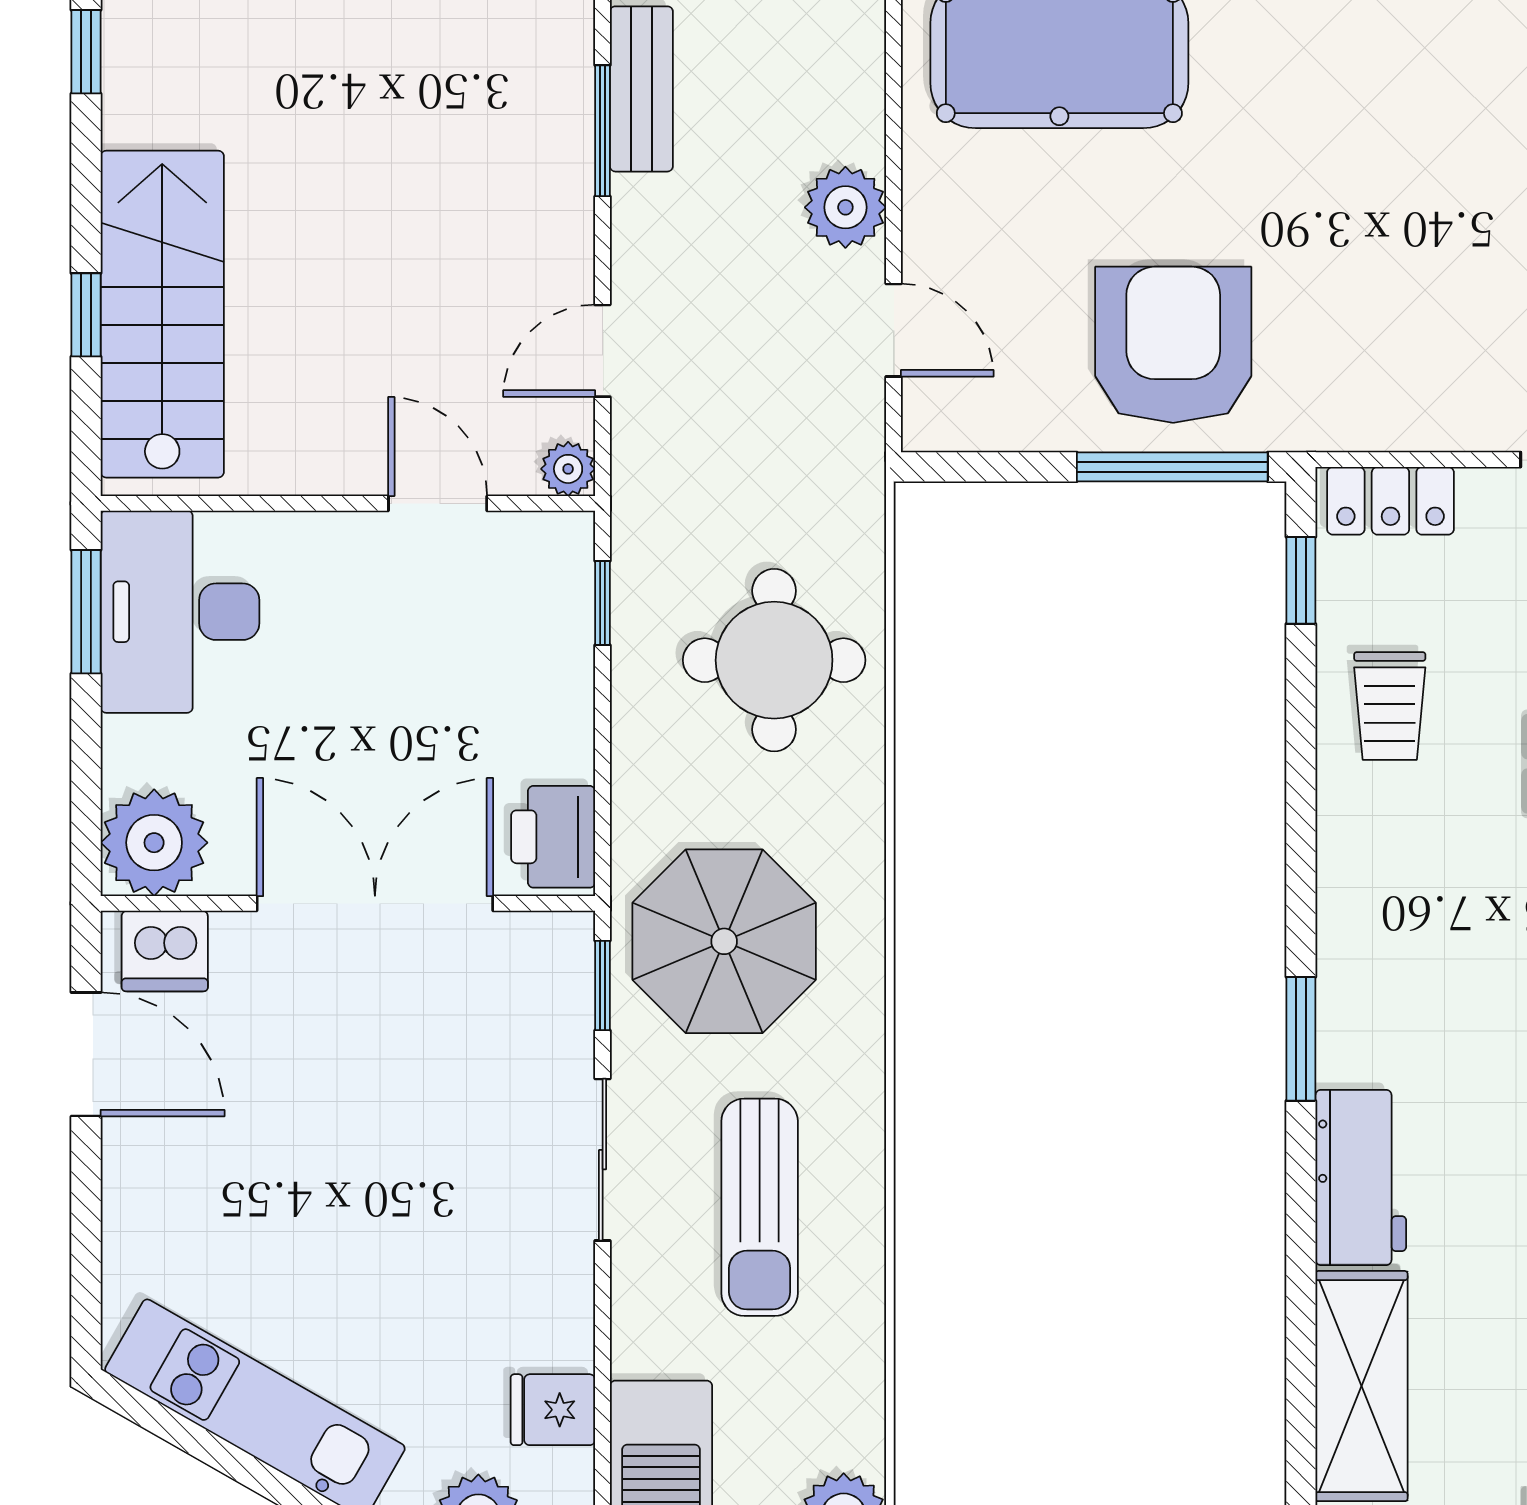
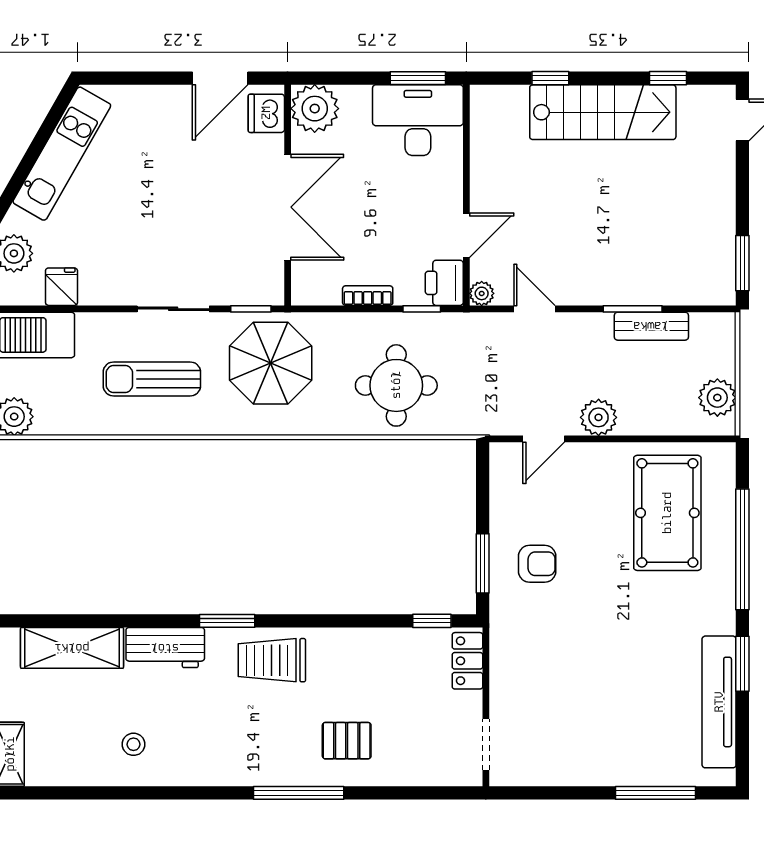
stairs: (162, 314) -> (603, 112), moved
armchair: (1173, 345) -> (537, 564), width x0.53, depth x0.53
window: (1172, 467) -> (483, 563), width x0.69
trolley: (1390, 706) -> (272, 660), moved, width x1.36, depth x1.39
bookcase: (573, 724) -> (368, 296), added
printer: (553, 837) -> (444, 283), moved, turned -90

